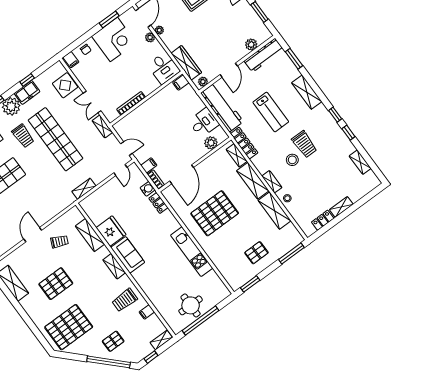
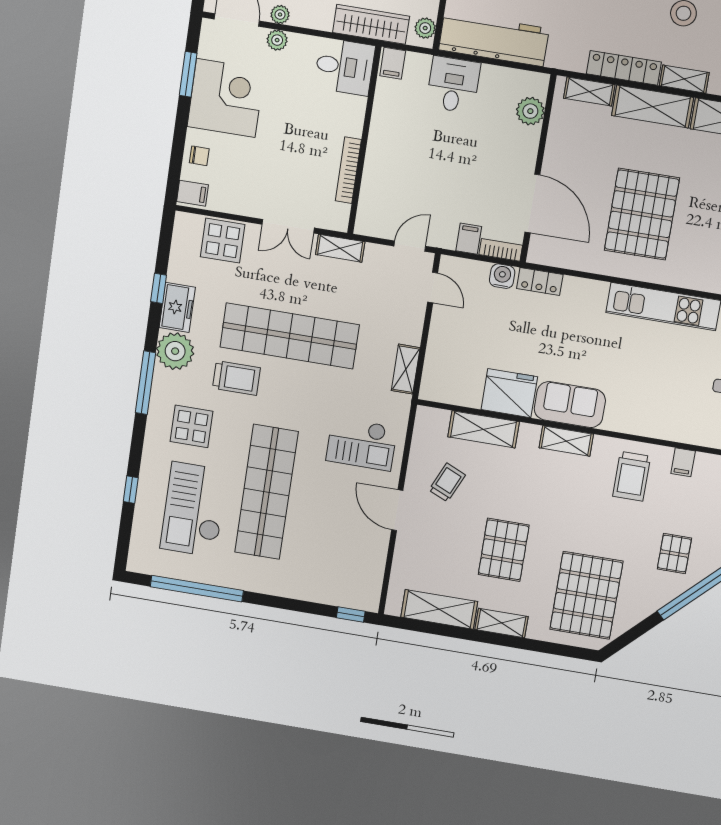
desk: (204, 123) -> (453, 85), moved
locker: (244, 143) -> (624, 68), moved
checkout: (43, 200) -> (361, 444), added
shelving: (30, 309) -> (501, 623), added

